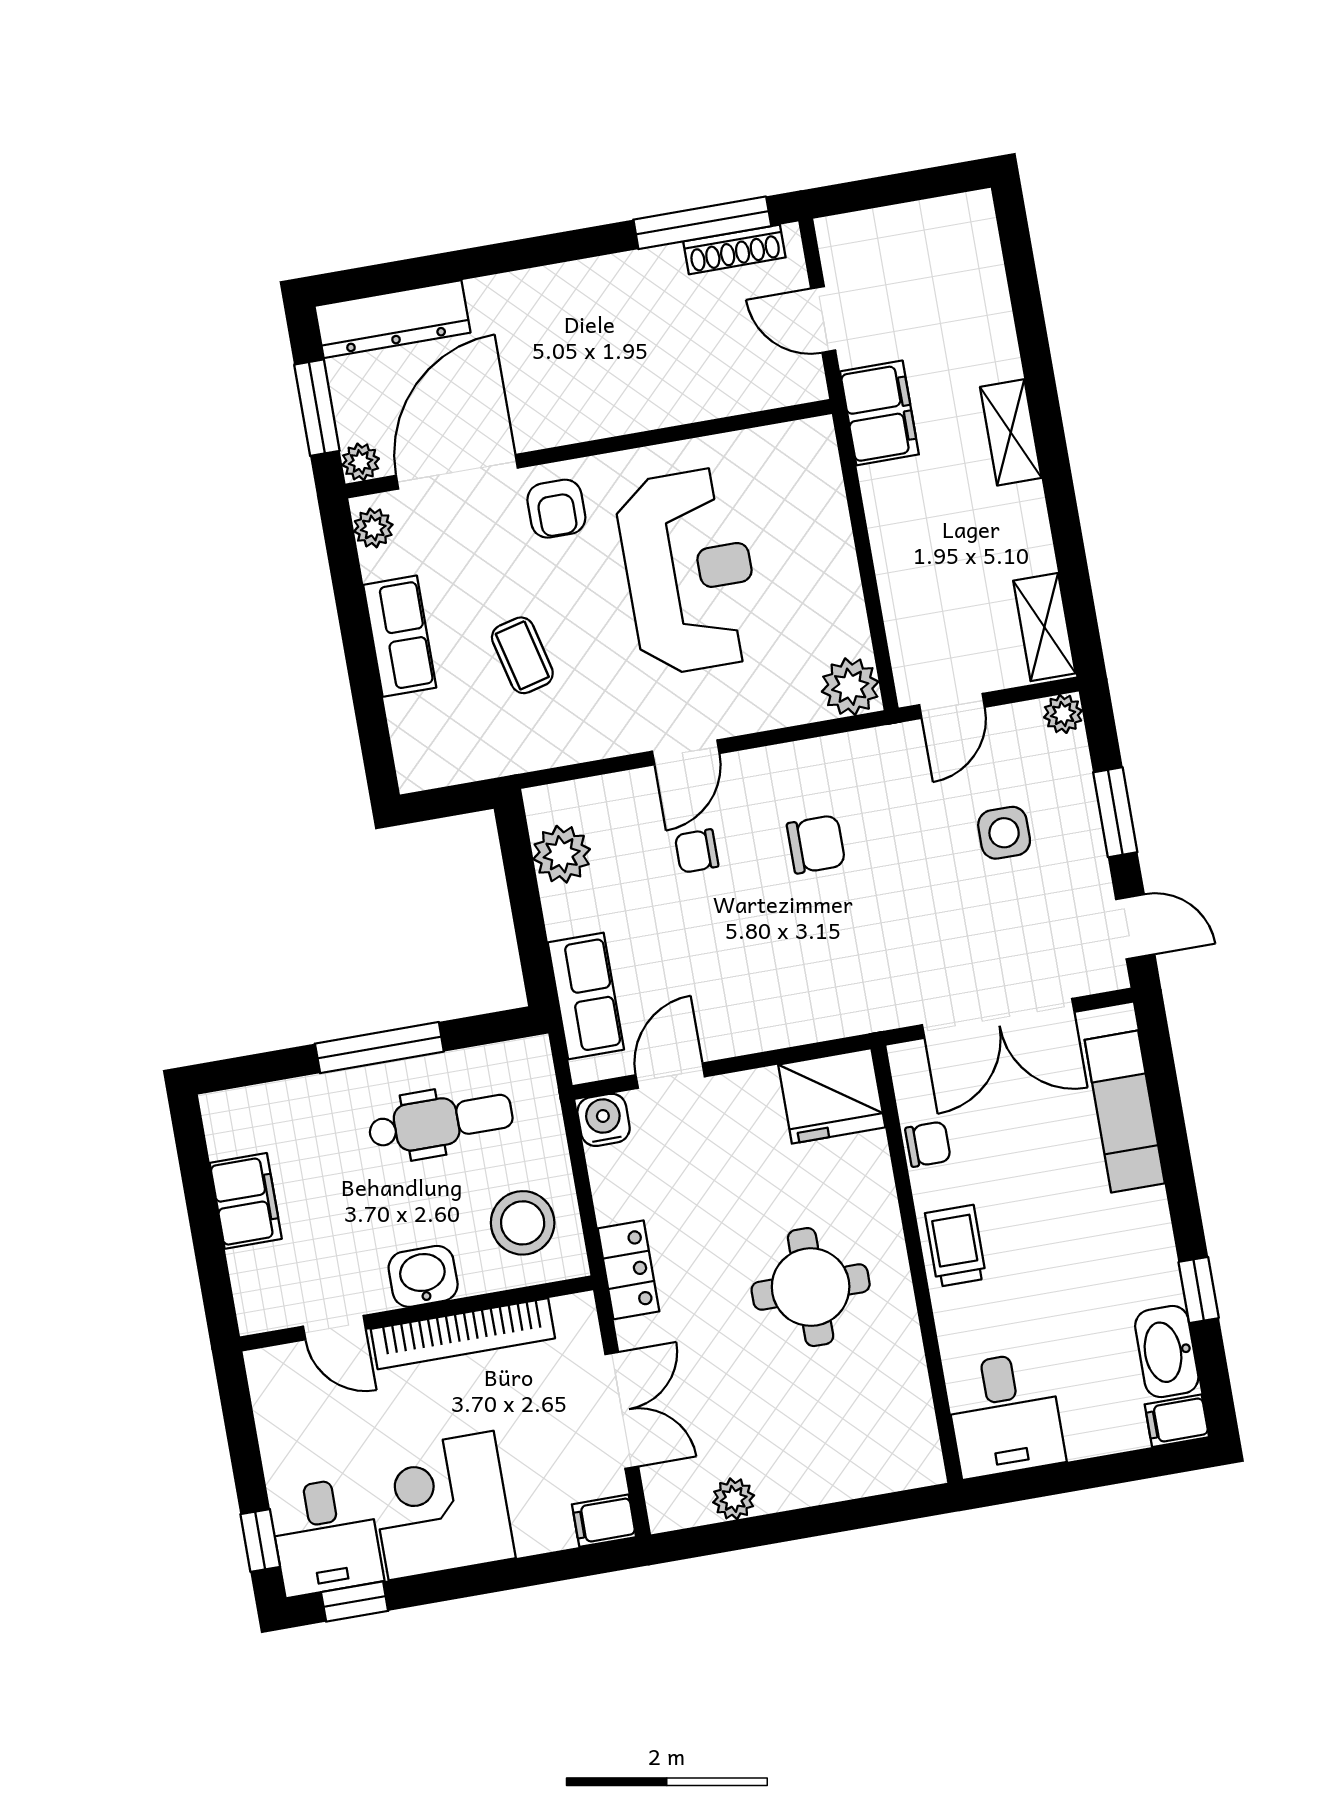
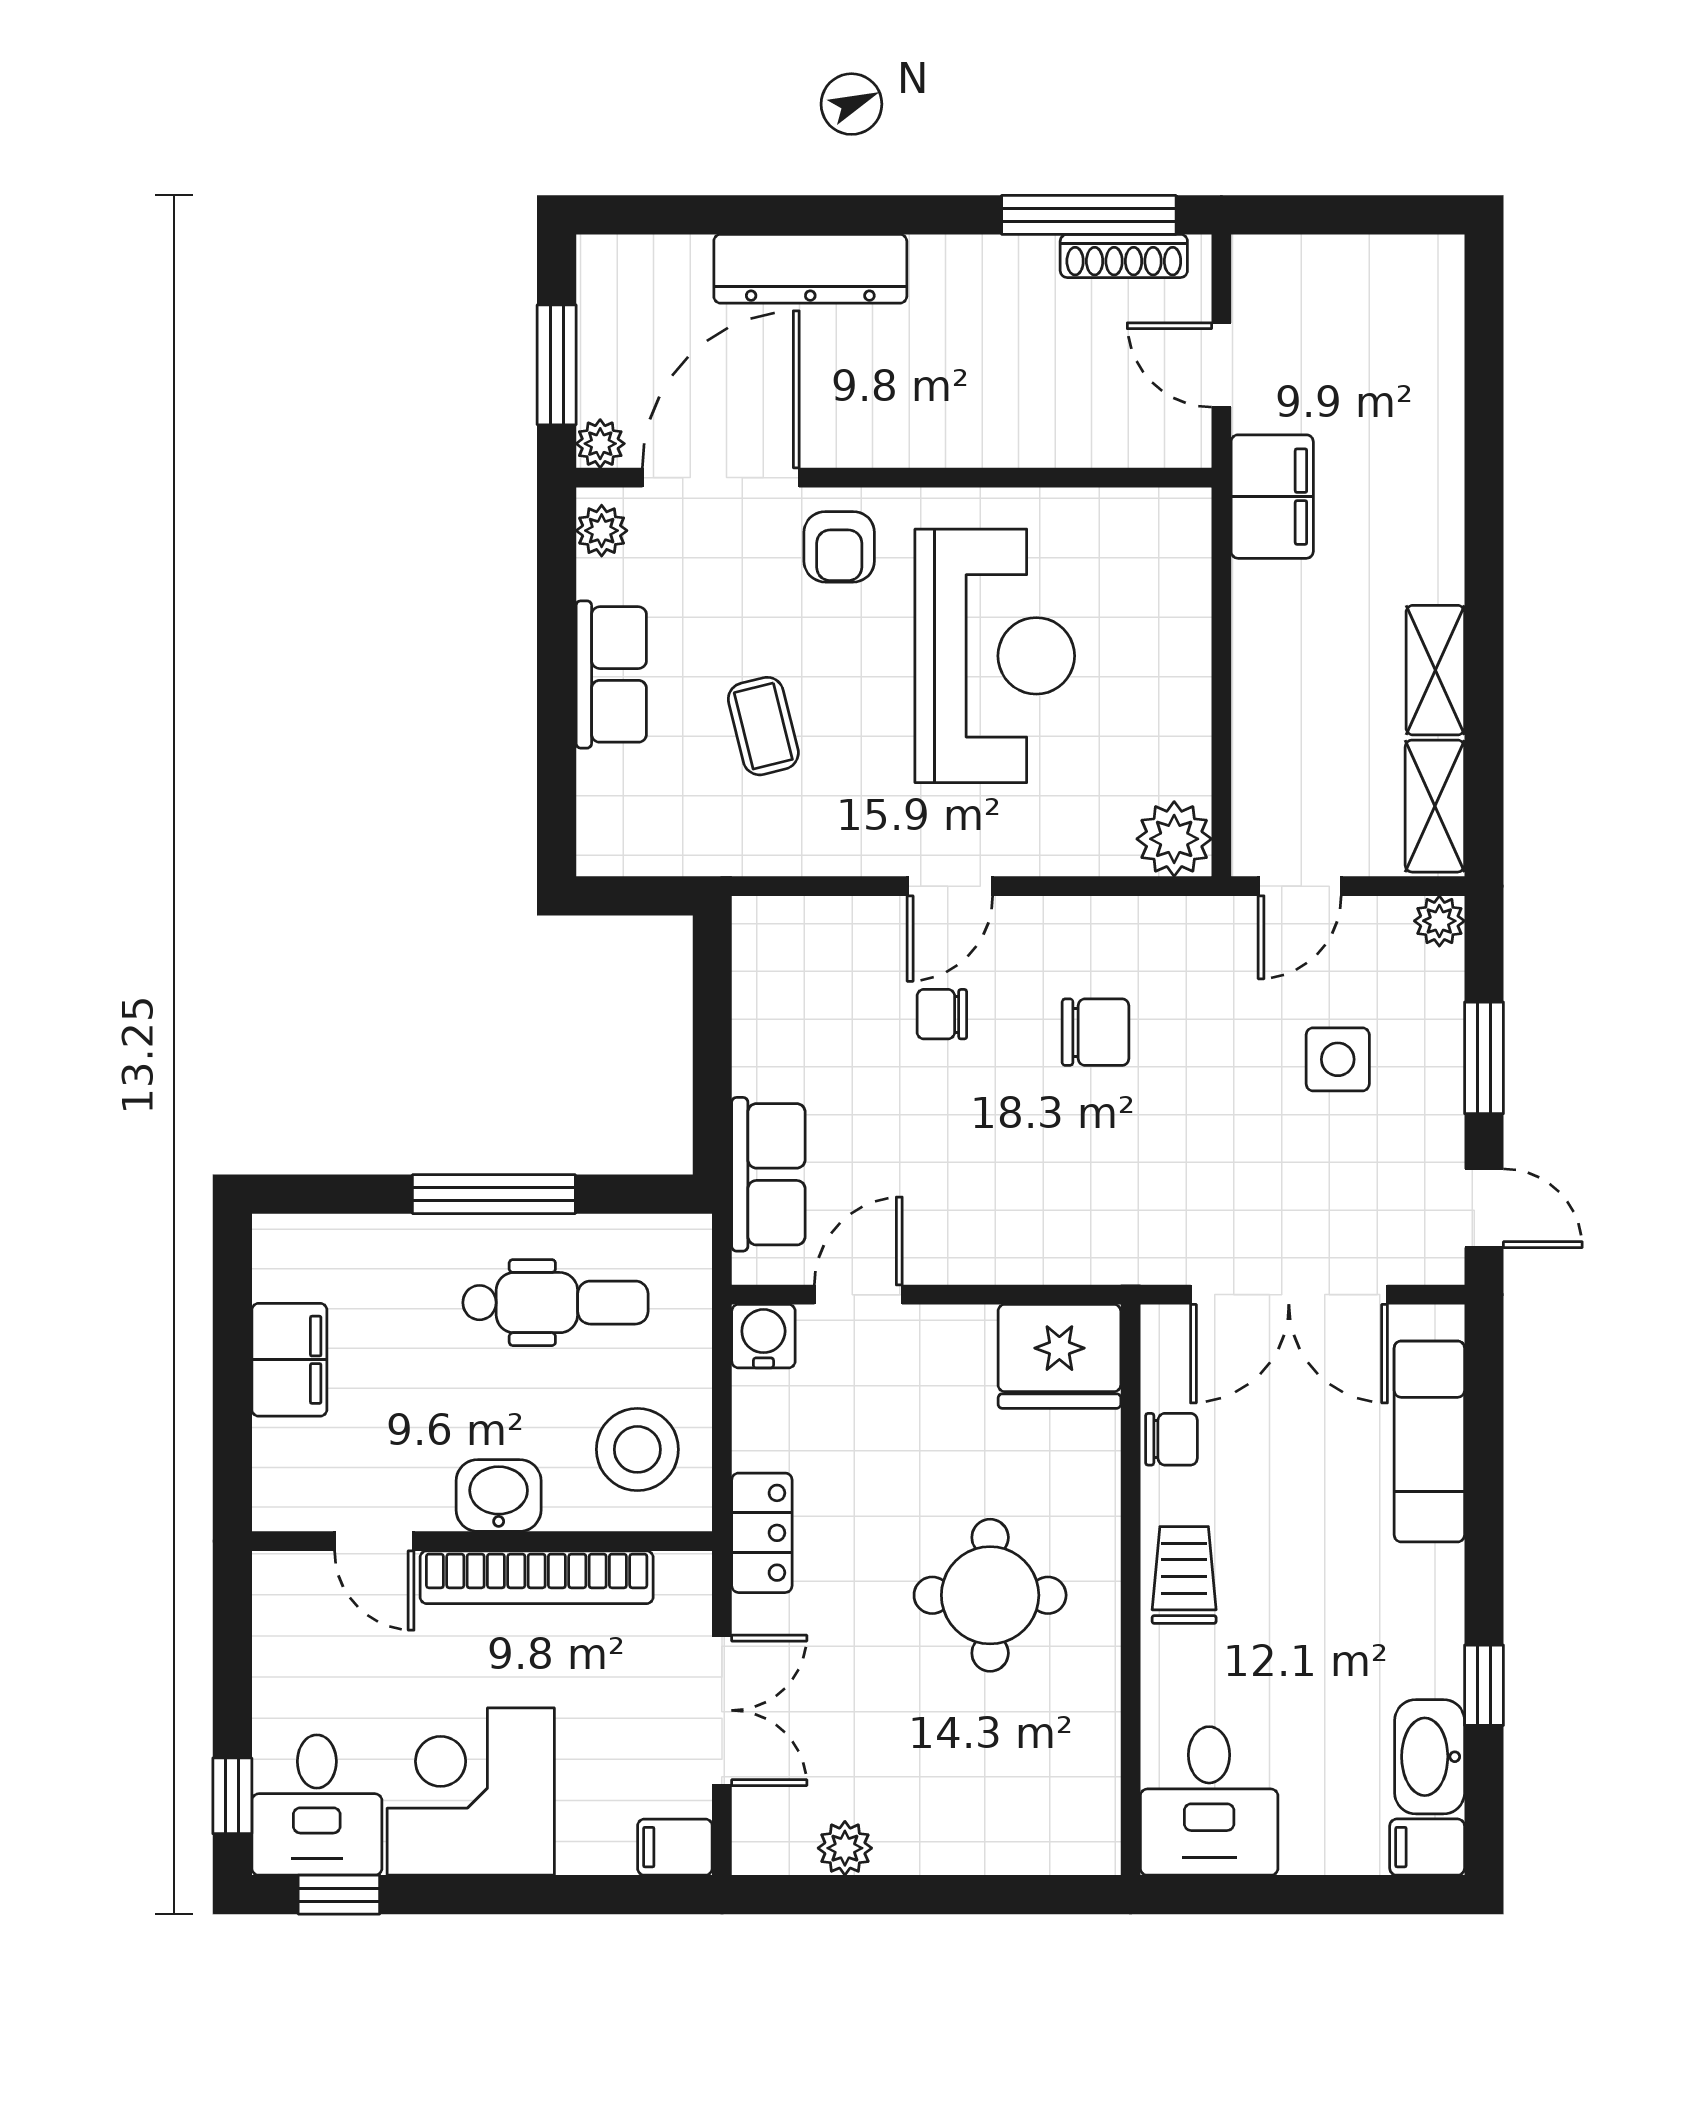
dresser: (392, 319) -> (810, 269), moved
shelving: (1011, 432) -> (1435, 670), moved
plant: (562, 854) -> (769, 988), removed

